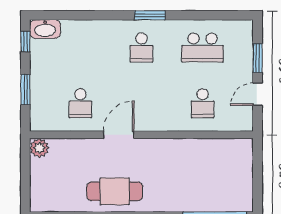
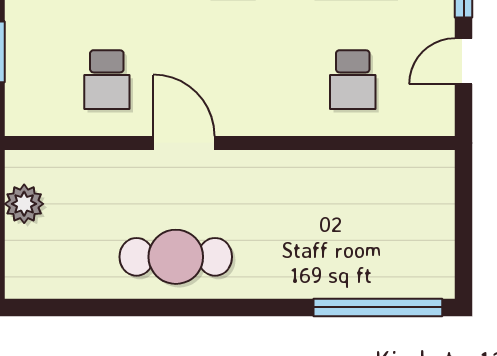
door: (119, 135) -> (184, 143), hinge flipped
plant: (39, 148) -> (24, 204), moved

